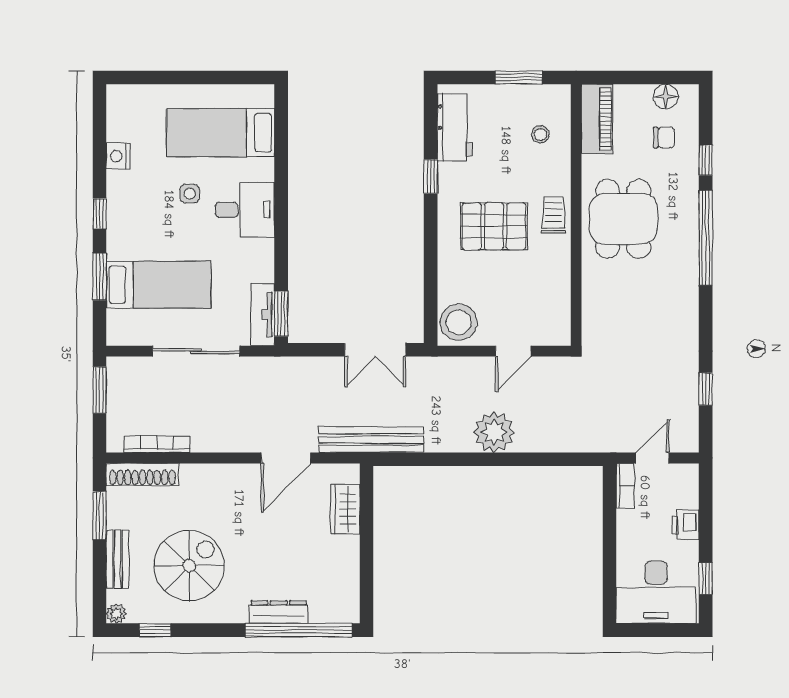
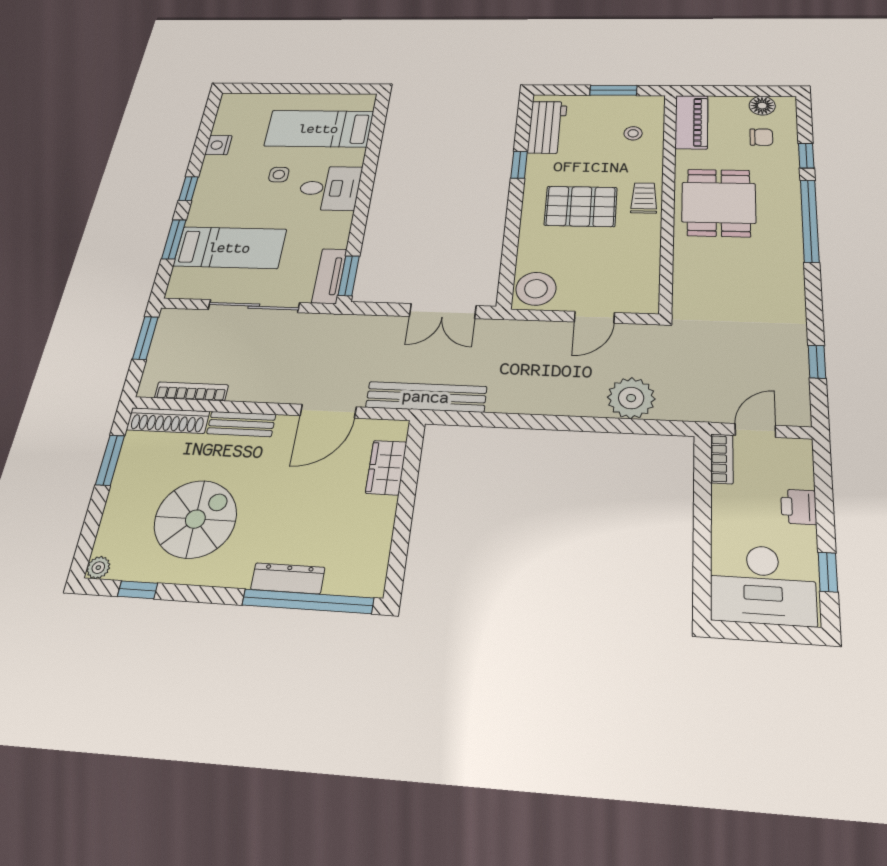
plant: (494, 432) -> (631, 398), moved
bench: (117, 559) -> (241, 424), moved, turned 90

